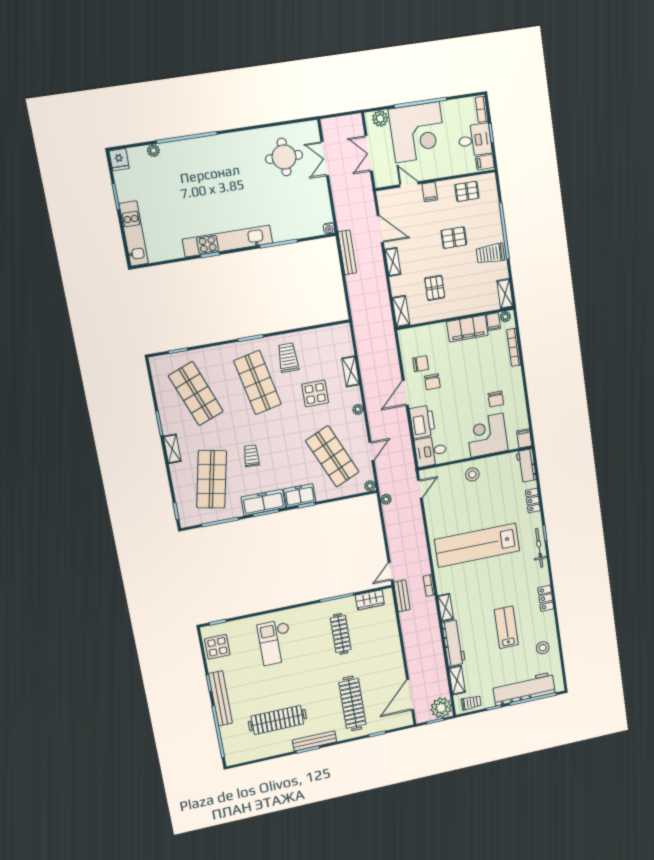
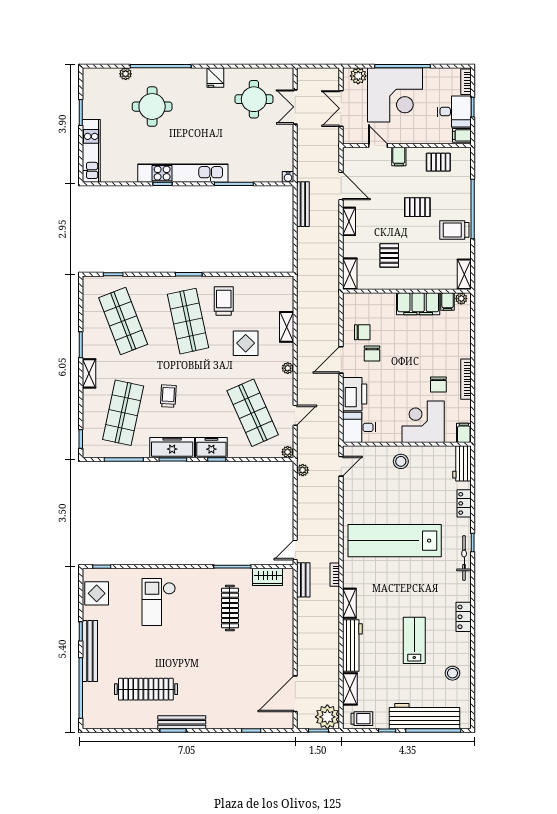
fridge: (119, 160) -> (215, 77), moved
round table: (186, 180) -> (152, 107), added
bookcase: (514, 347) -> (466, 379), moved
clothes rail: (352, 703) -> (230, 689), removed

